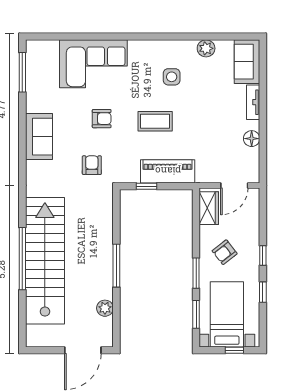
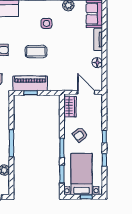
piano: (168, 171) -> (30, 83), moved
door: (234, 185) -> (86, 92), swing flipped

